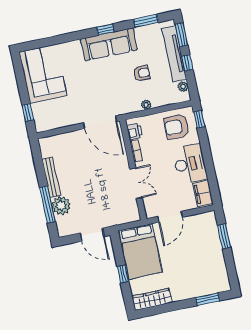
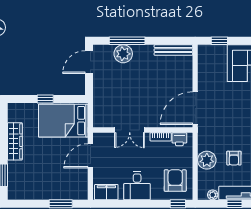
plant: (146, 105) -> (207, 160), width x1.88, depth x1.88
desk: (190, 164) -> (137, 186), width x0.73
bench: (51, 177) -> (173, 50), moved
door: (170, 217) -> (90, 156), hinge flipped
door: (92, 235) -> (89, 62), moved
wardrobe: (152, 299) -> (15, 141), moved

